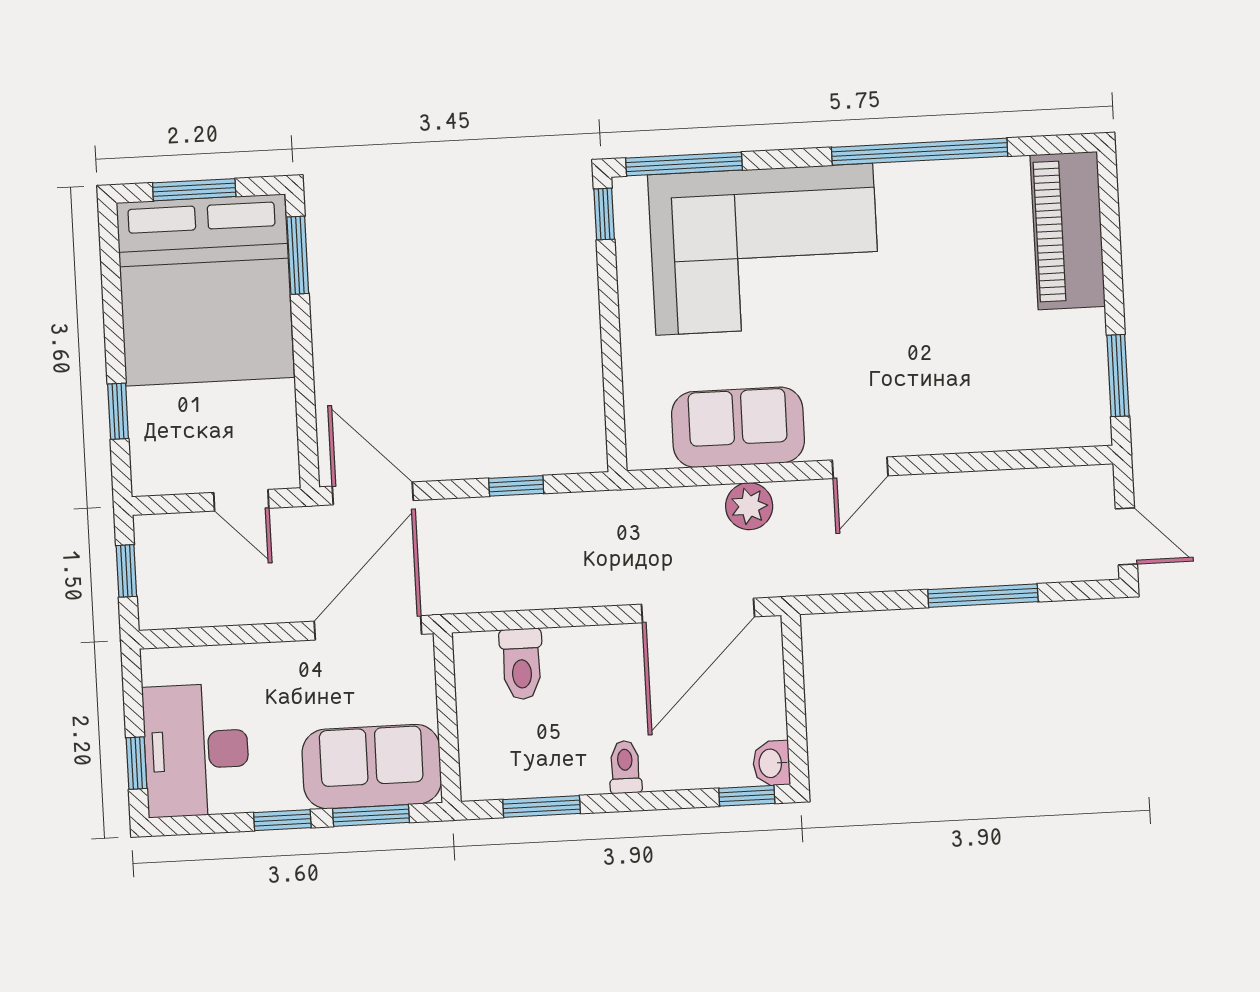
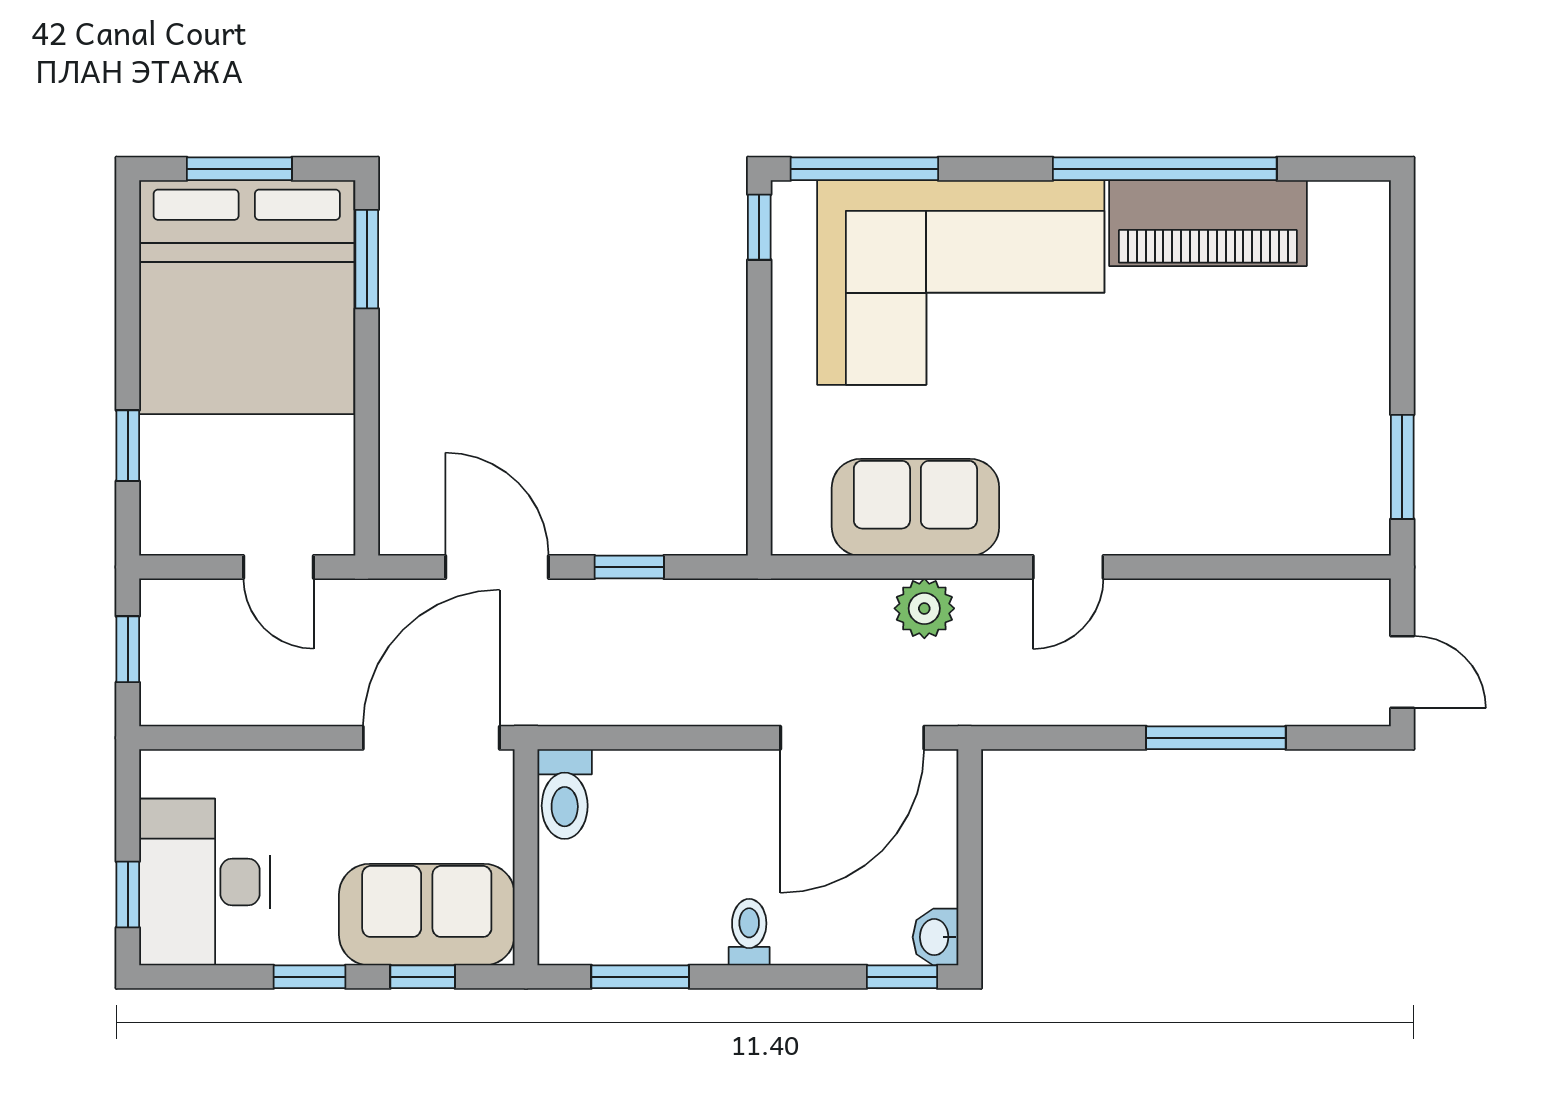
piano: (1068, 231) -> (1208, 223), moved, turned -90
door: (373, 493) -> (497, 567), moved
toilet: (522, 664) -> (565, 794), moved
window: (371, 815) -> (423, 977), width x0.67

